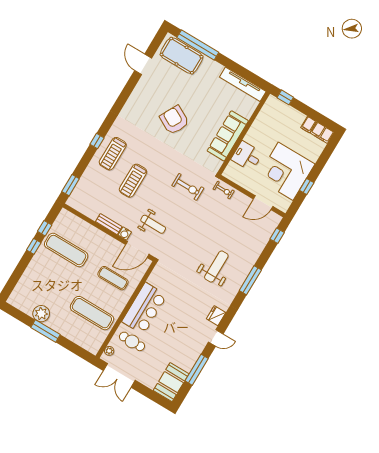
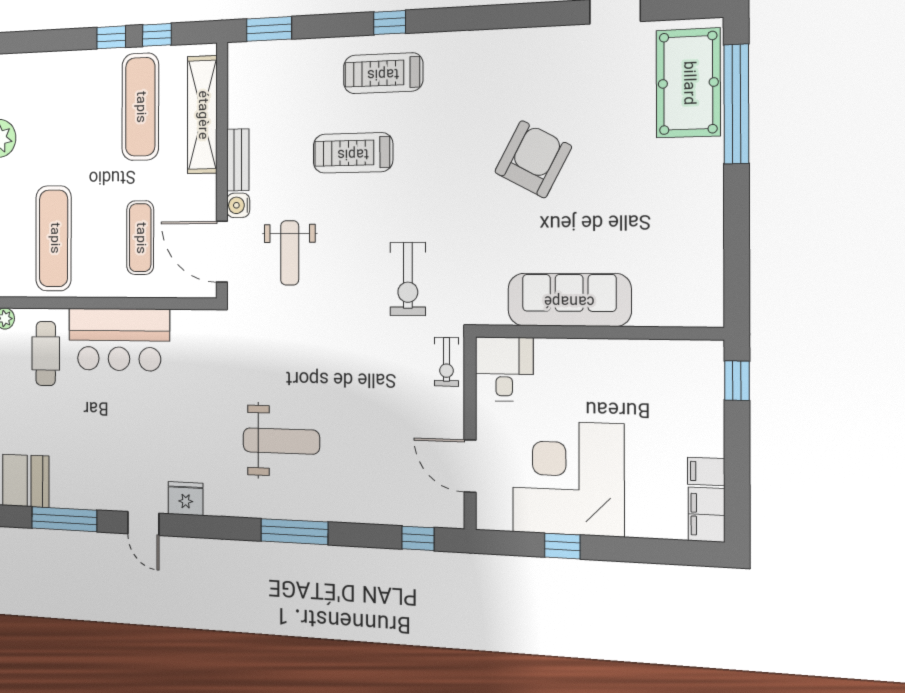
tv unit: (243, 84) -> (708, 263), removed
desk: (247, 156) -> (504, 369), moved
shelving: (84, 228) -> (202, 115), added

